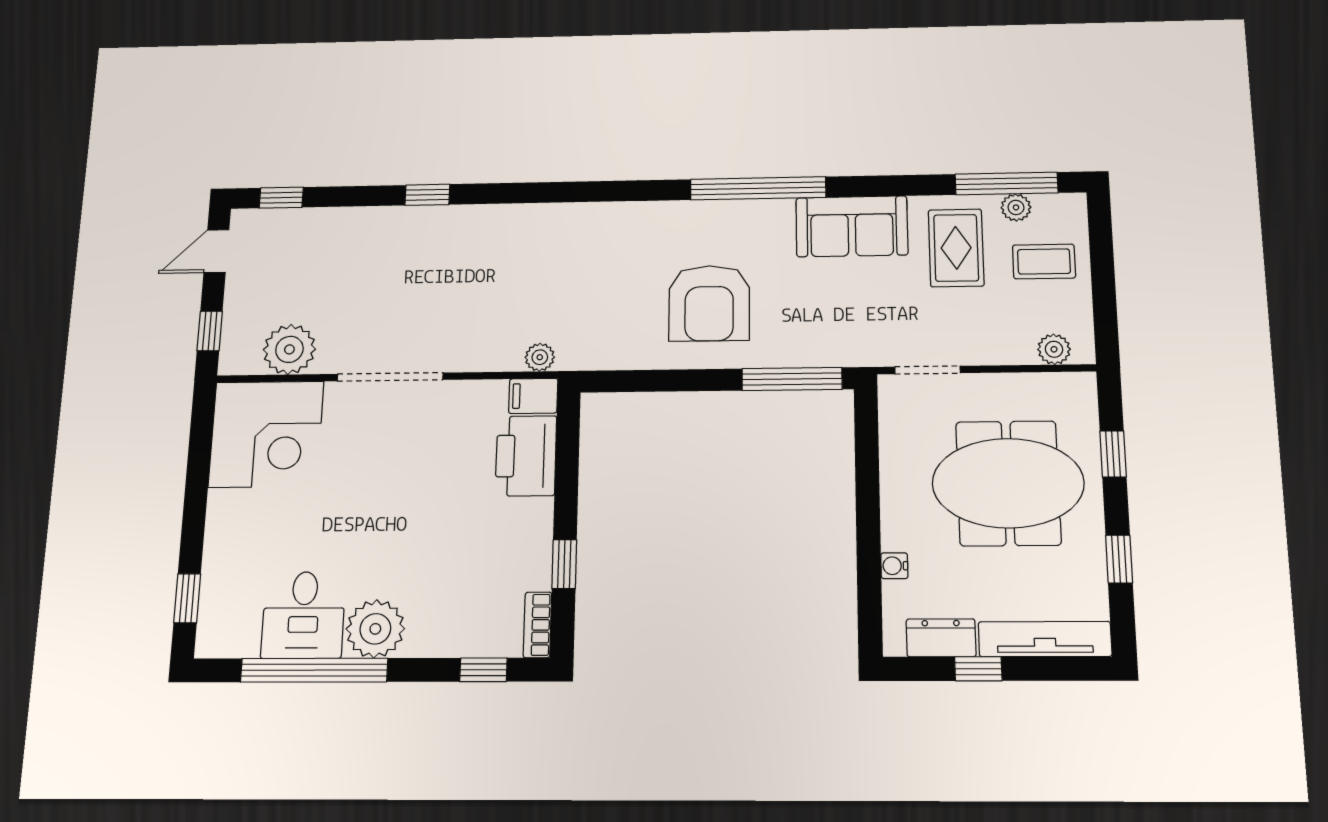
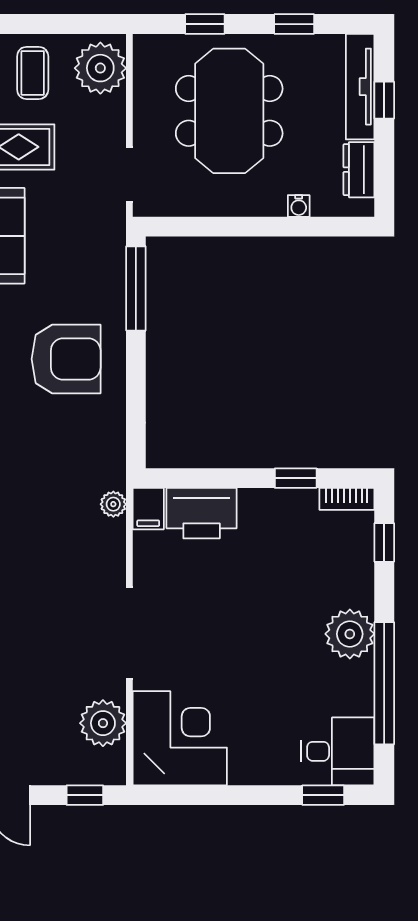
plant: (1054, 349) -> (100, 68), width x1.88, depth x1.88
desk: (303, 615) -> (338, 751), moved
window: (978, 669) -> (384, 100), moved

